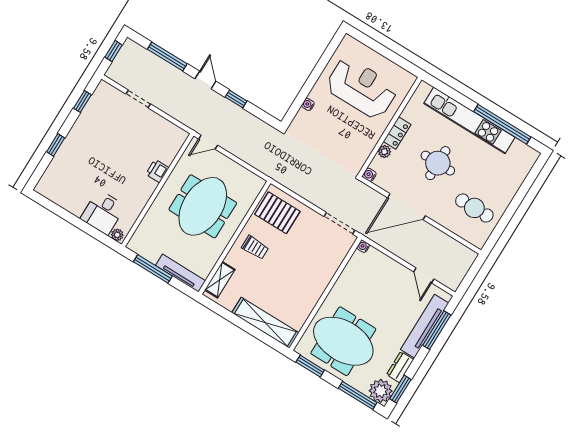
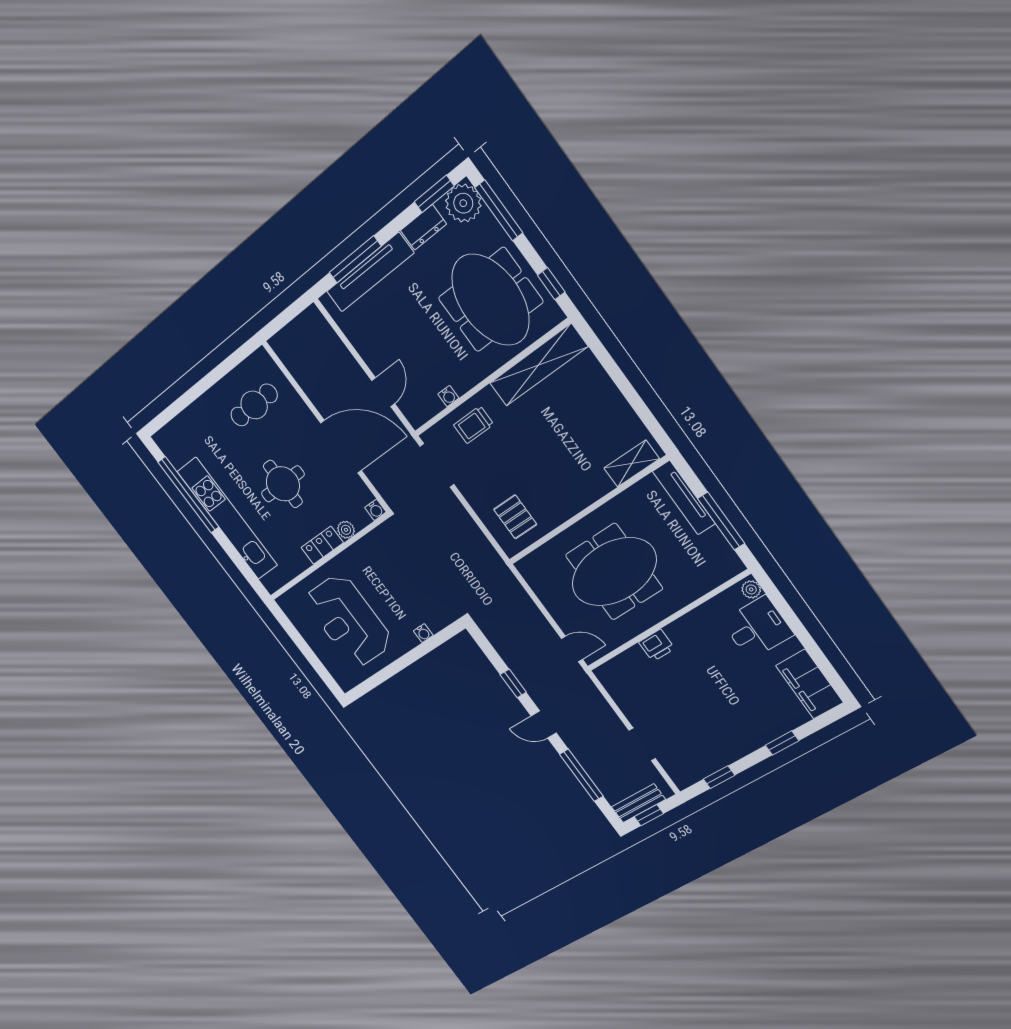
bench: (124, 56) -> (638, 803), added
door: (205, 80) -> (544, 724), hinge flipped
filing cabinet: (57, 192) -> (809, 684), added
cafe table: (474, 208) -> (254, 405), turned 90
pallet: (277, 213) -> (515, 517), width x0.67, depth x0.71
water cooler: (363, 246) -> (448, 396), moved
trolley: (255, 247) -> (474, 425), moved, turned -90
door: (424, 275) -> (383, 392), moved
shelving: (265, 323) -> (538, 365), moved, turned 90
window: (310, 366) -> (551, 284), width x0.67

